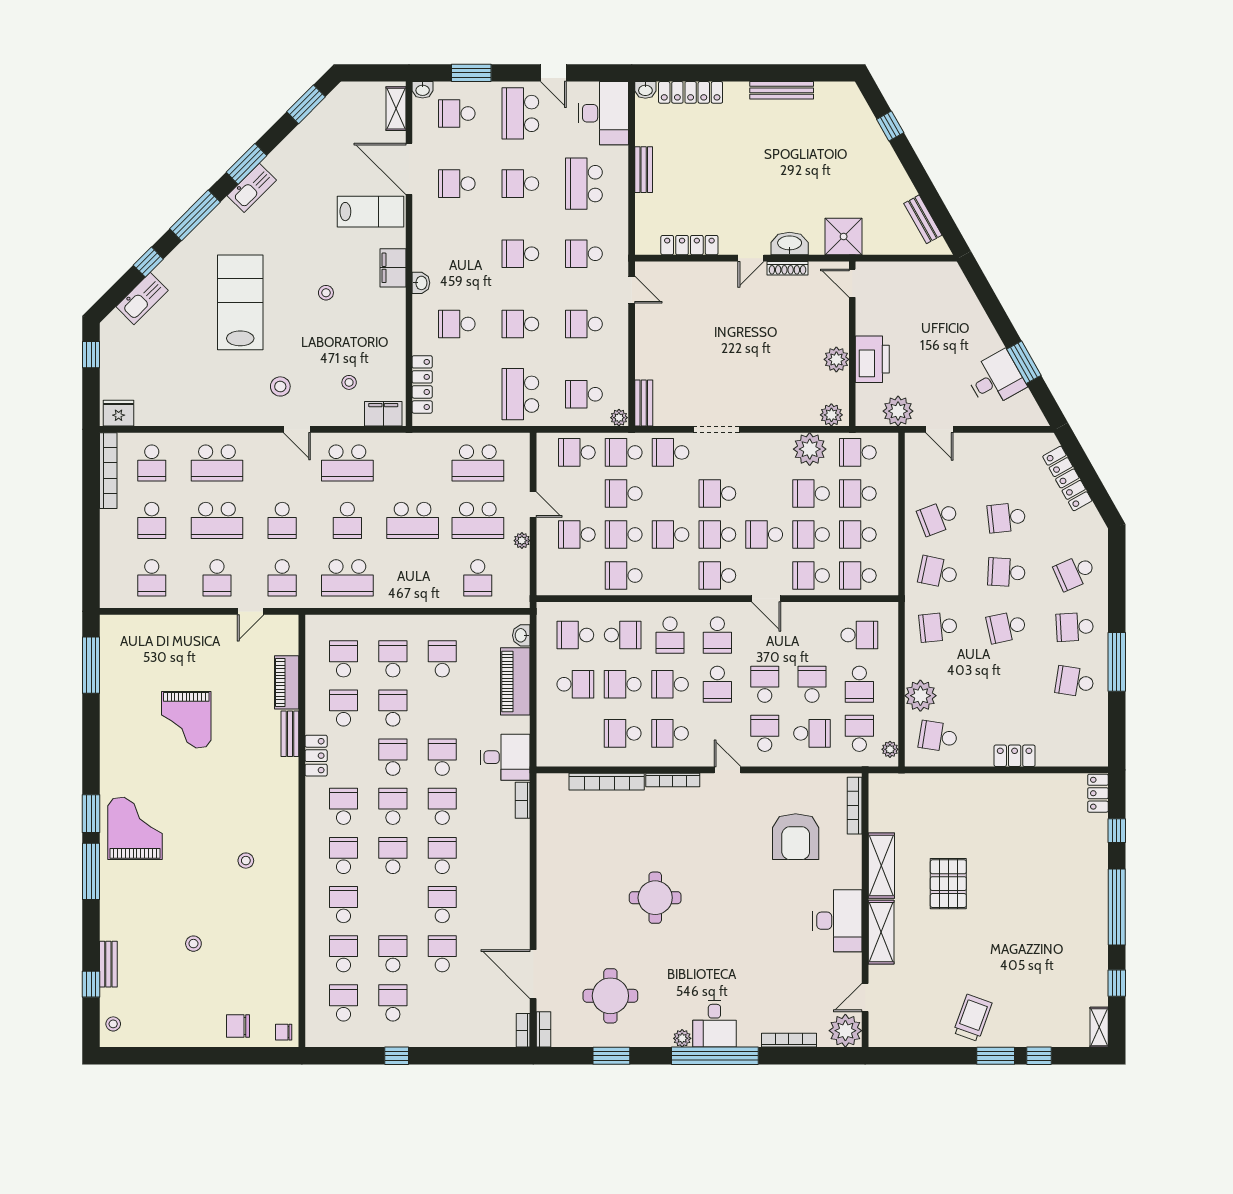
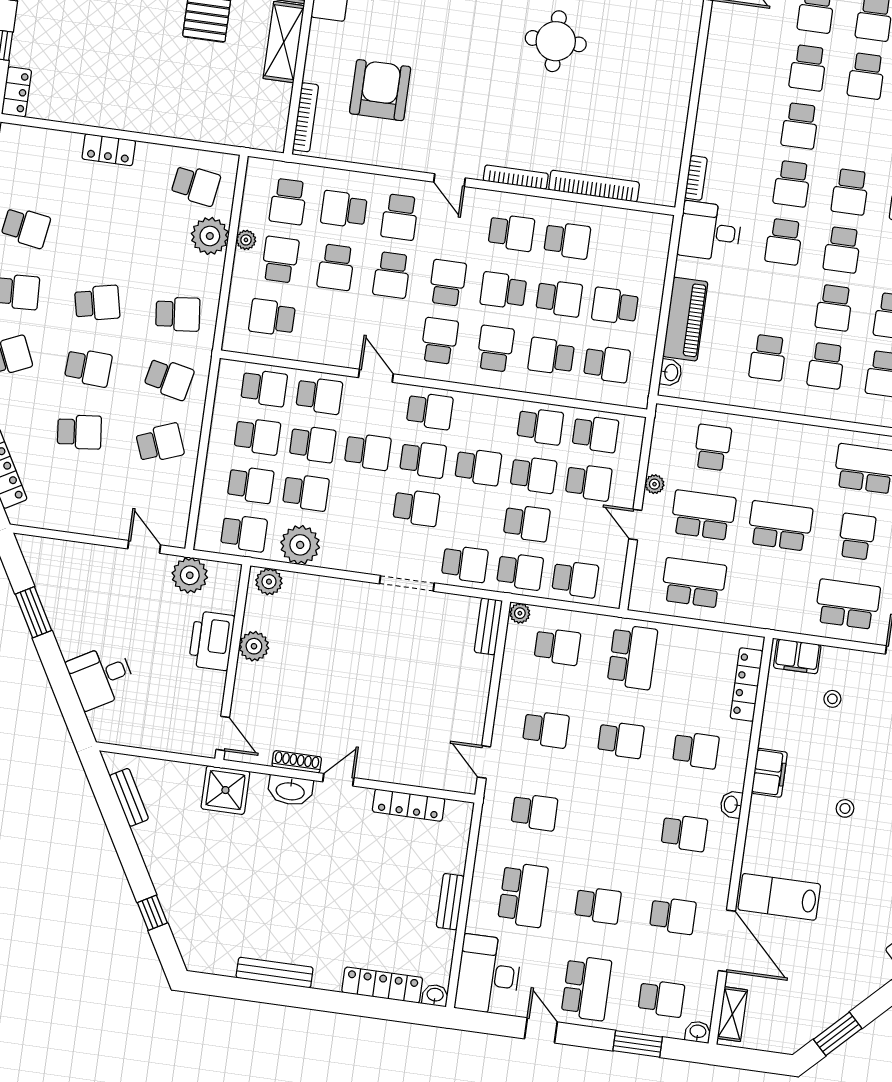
school desk: (520, 254) -> (684, 833), moved
filing cabinet: (393, 268) -> (769, 773), moved
desk: (996, 379) -> (101, 677), moved
school desk: (577, 576) -> (595, 434), added
school desk: (670, 684) -> (503, 291), turned 180
plant: (890, 749) -> (246, 240), moved
school desk: (393, 855) -> (866, 76), moved

